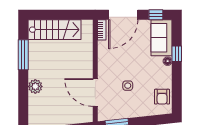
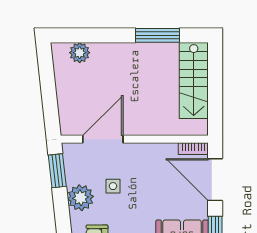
plant: (35, 86) -> (80, 53), moved
plant: (136, 108) -> (81, 198), added

